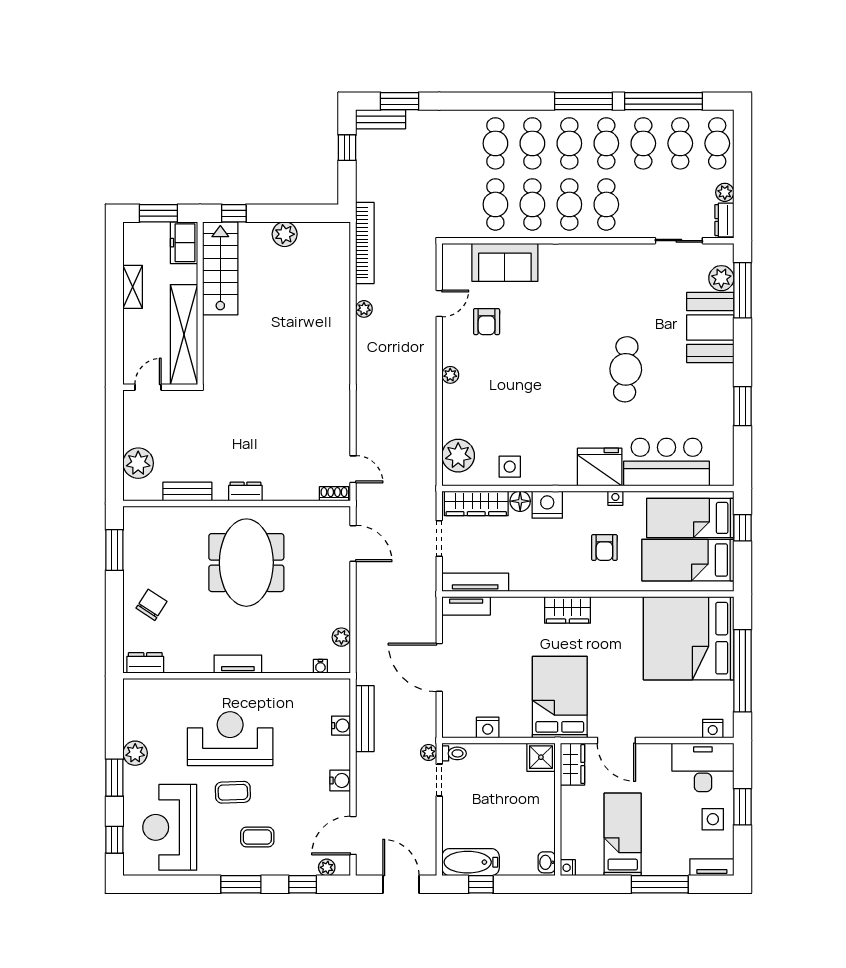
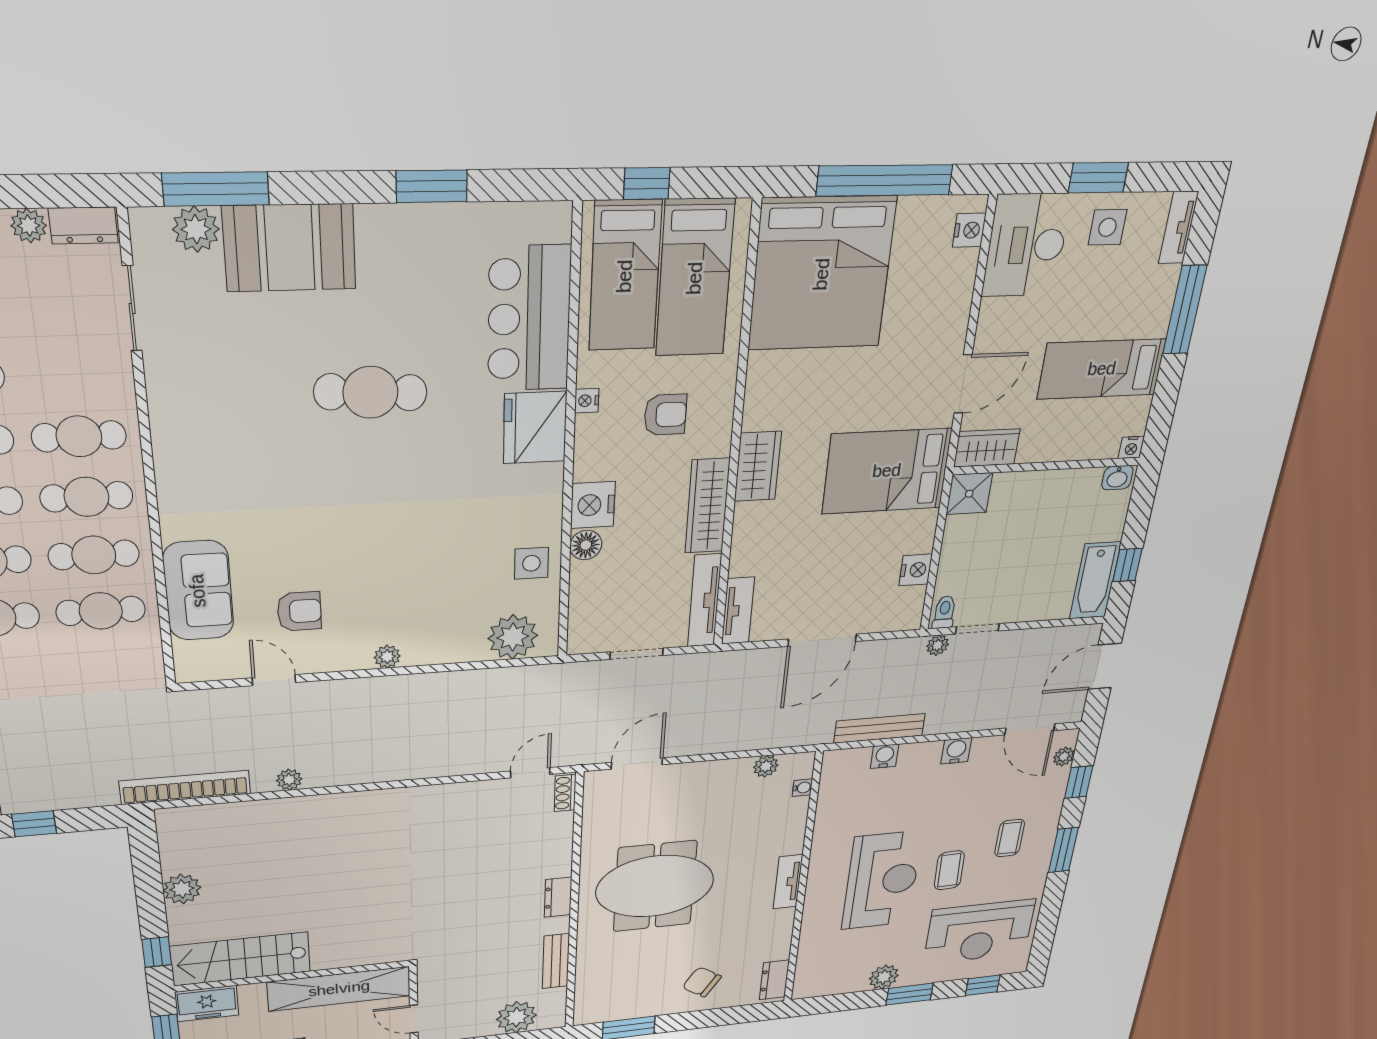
wardrobe: (476, 503) -> (707, 506), moved, turned 180
reception desk: (230, 739) -> (882, 880), turned 180

